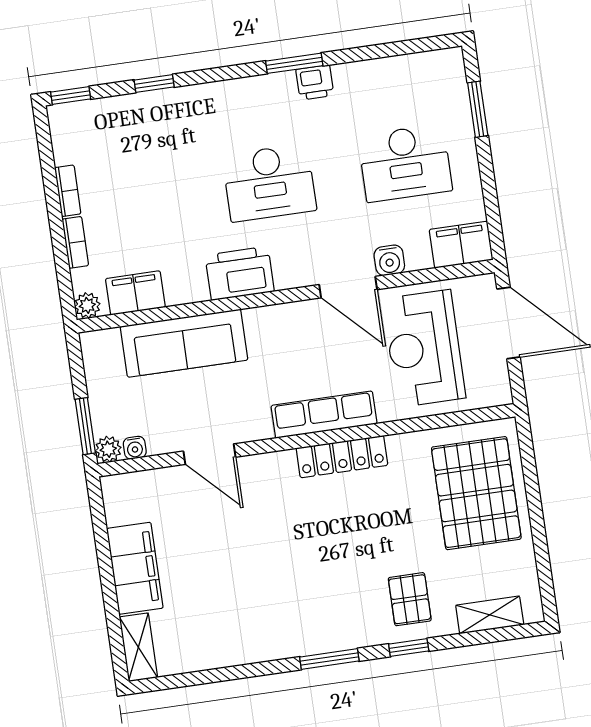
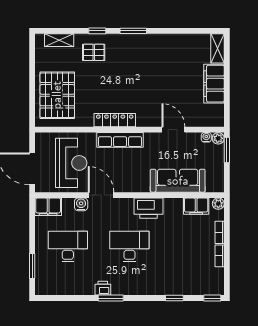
pallet: (410, 599) -> (94, 52), turned 90

